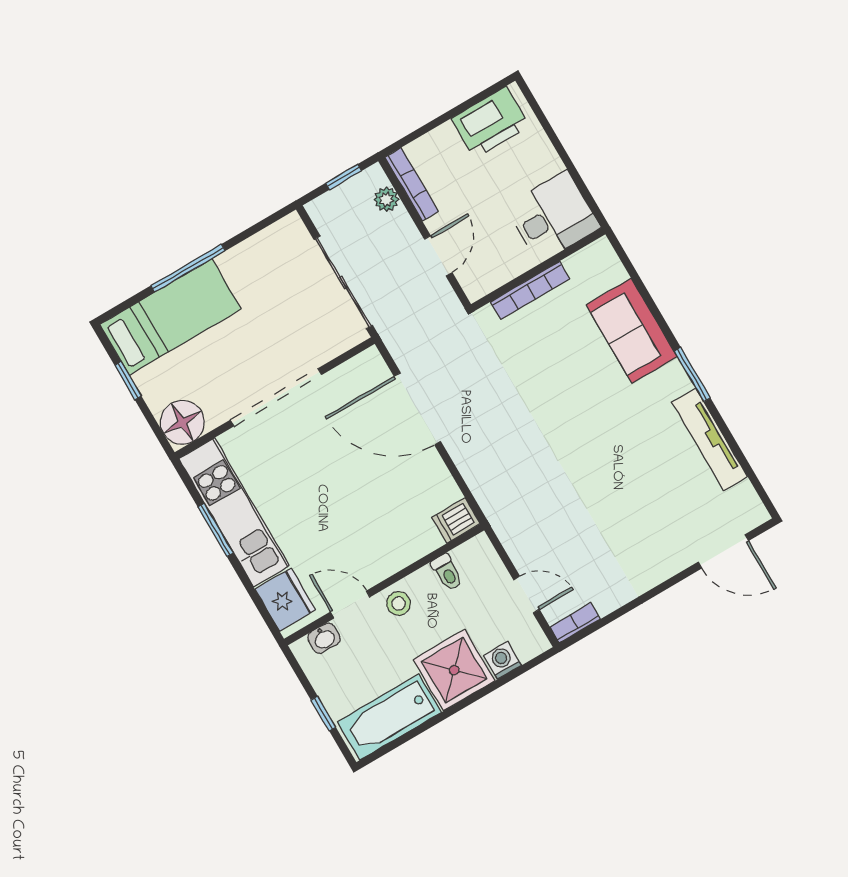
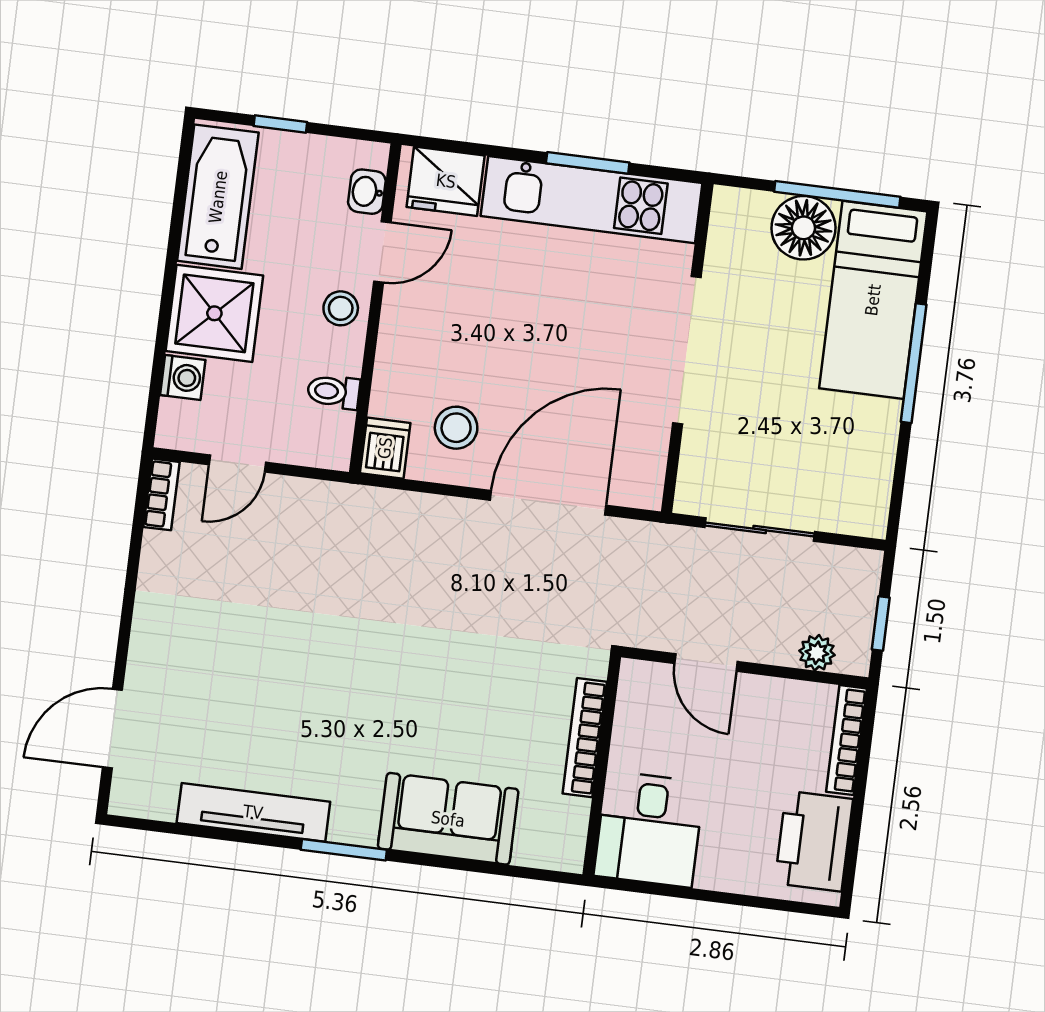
bookcase: (412, 184) -> (847, 740), moved, turned 90
sliding door: (343, 282) -> (760, 529), width x0.73
window: (128, 381) -> (837, 194), width x2.17
floor lamp: (182, 422) -> (803, 228), moved
stool: (415, 490) -> (456, 428), added

